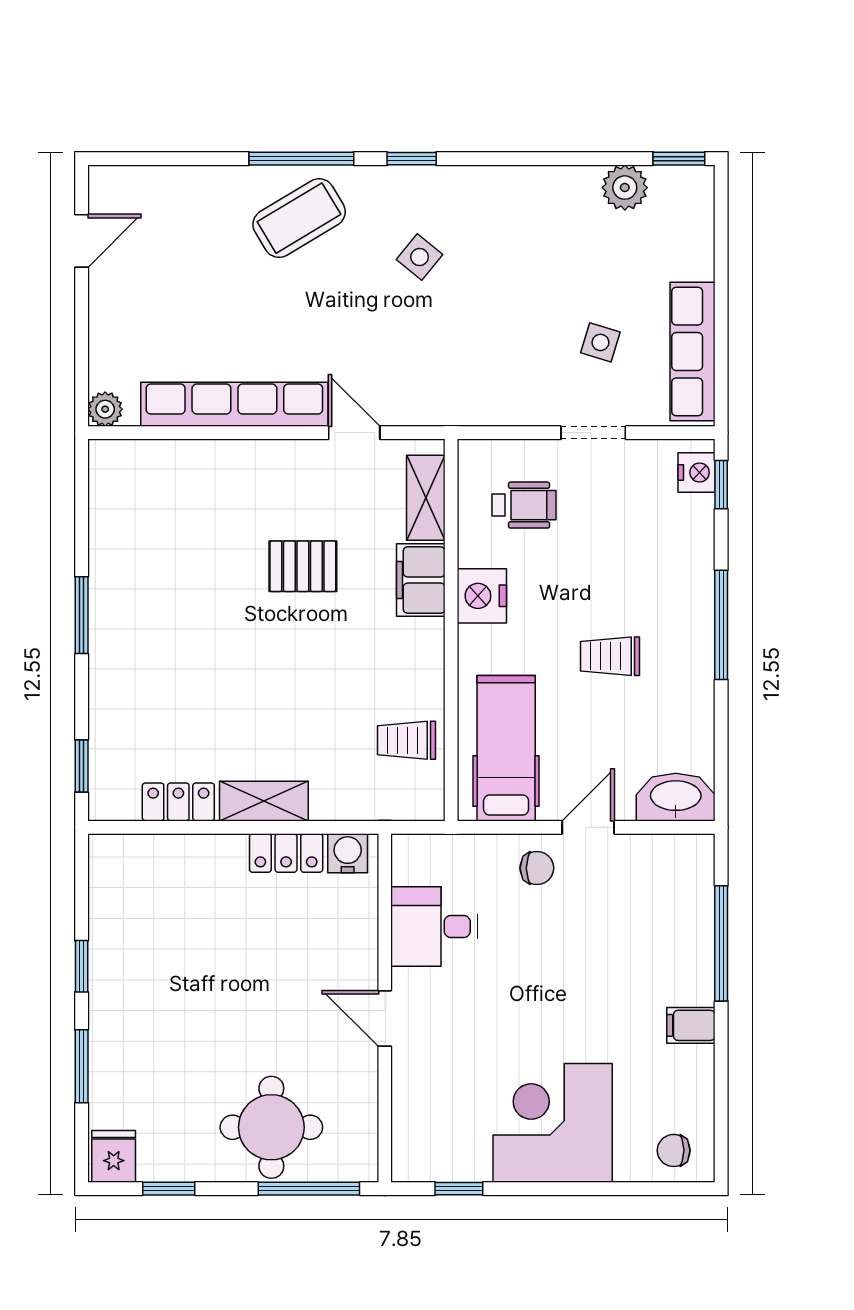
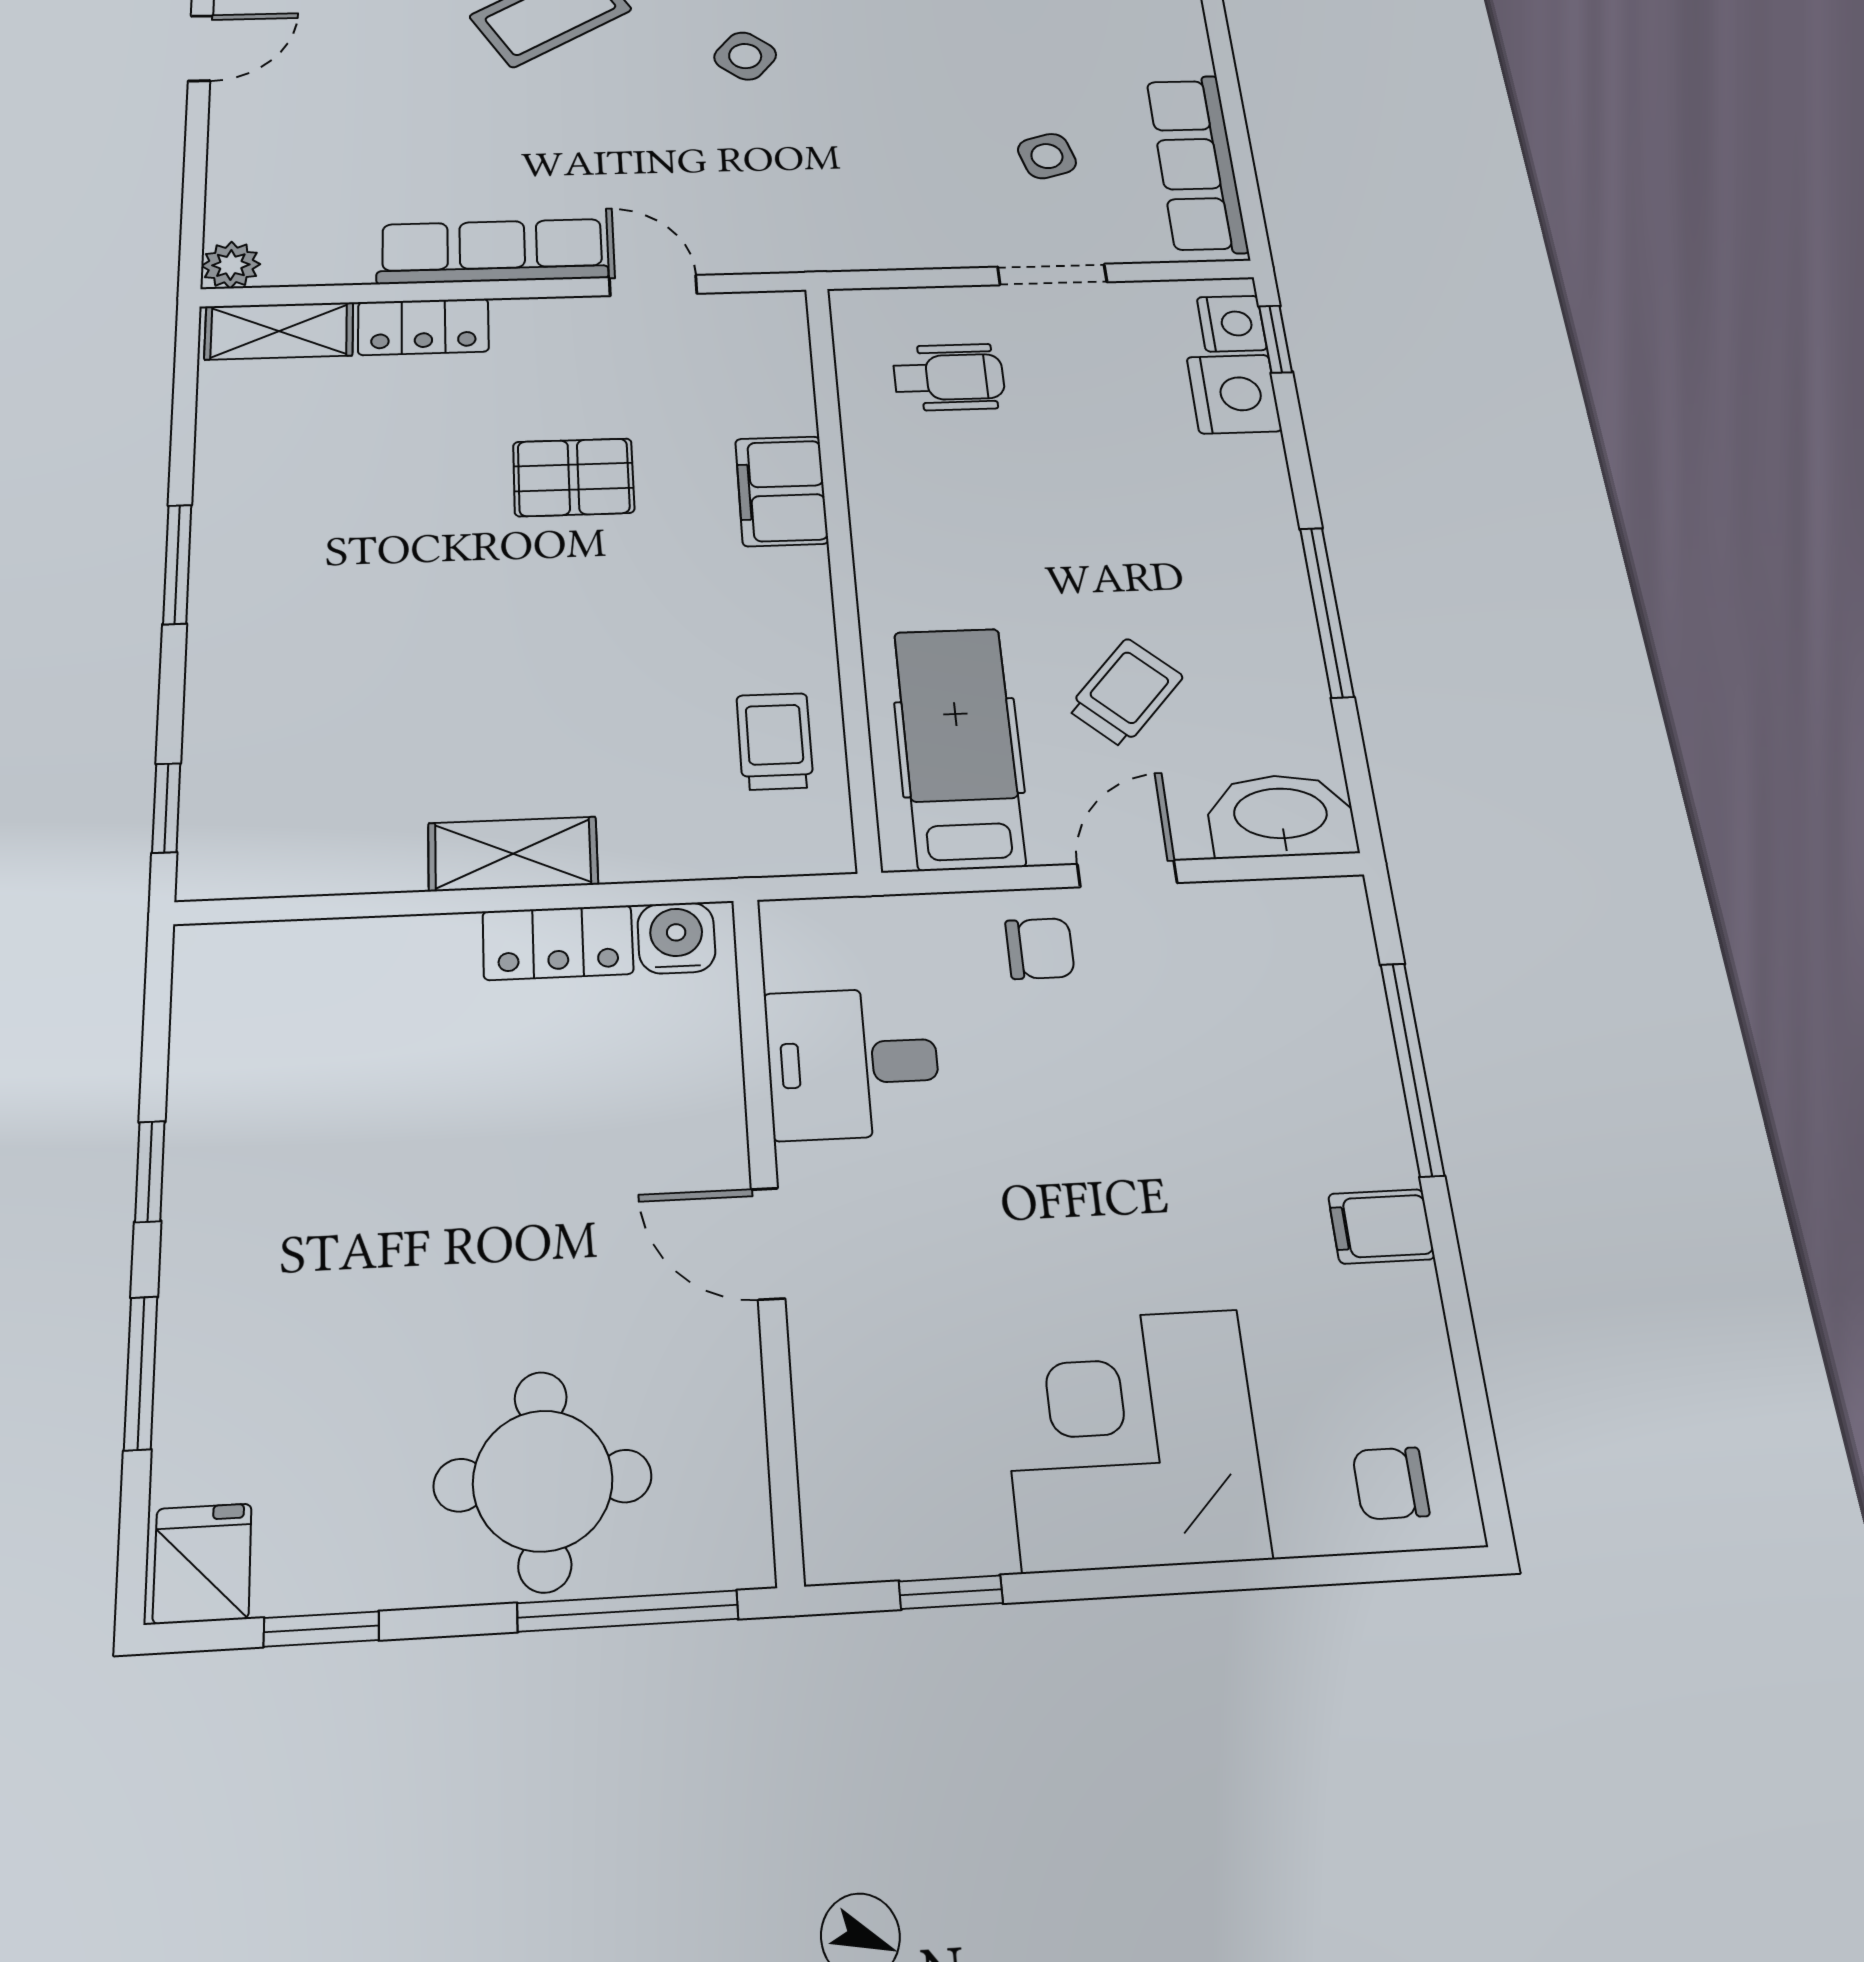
side table: (600, 342) -> (1047, 156), turned -33
row of seats: (234, 404) -> (492, 251), width x0.73
shelving: (426, 498) -> (279, 331), moved, turned 90
nightstand: (482, 596) -> (1234, 394), moved, turned 180
window: (721, 625) -> (1327, 612), moved
trolley: (610, 656) -> (1125, 693), moved, turned 132
trolley: (406, 740) -> (775, 741), turned 90
locker: (178, 802) -> (423, 327), moved, turned 180

